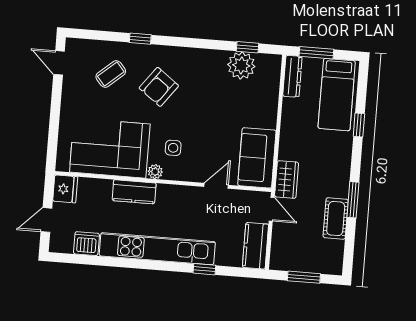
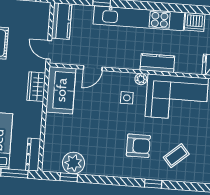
armchair: (159, 87) -> (138, 146), turned 53
wardrobe: (287, 180) -> (36, 87), moved

